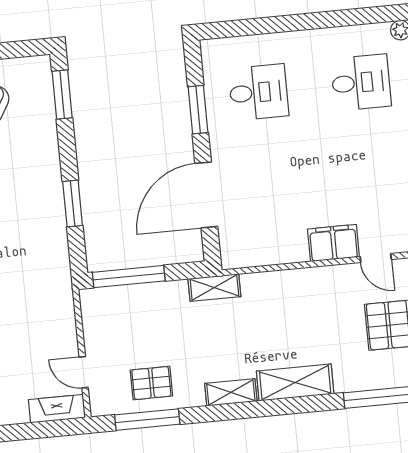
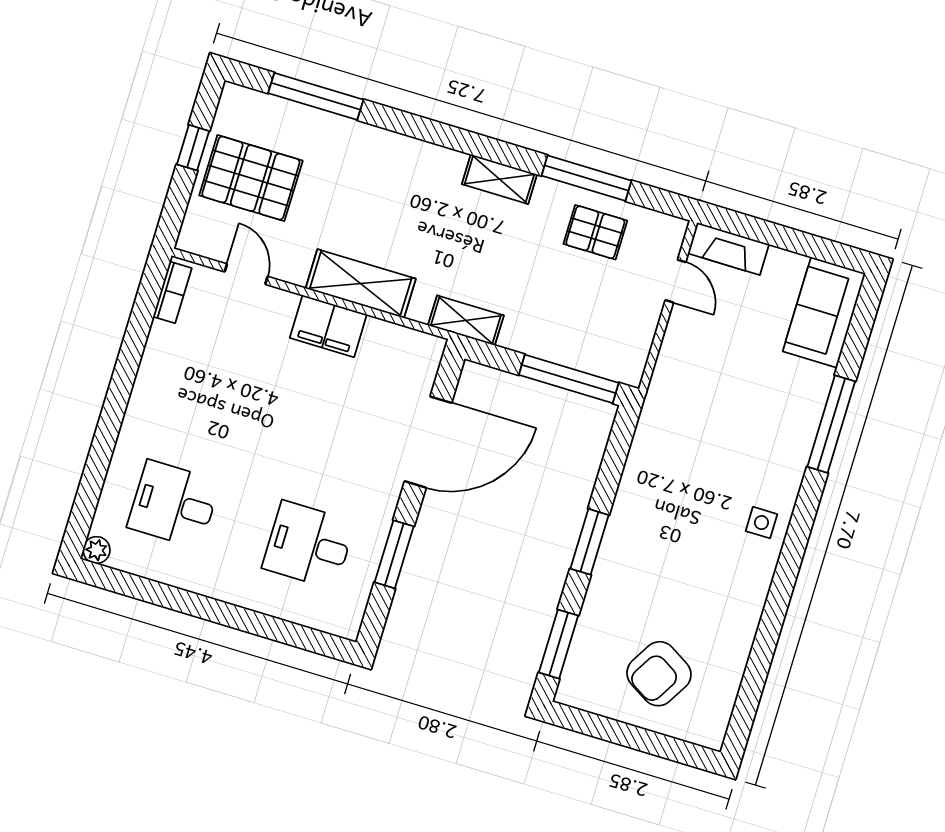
window: (73, 203) -> (589, 542), moved
filing cabinet: (333, 243) -> (328, 326), moved
shelving: (295, 383) -> (361, 284), moved
window: (147, 420) -> (587, 178), moved

